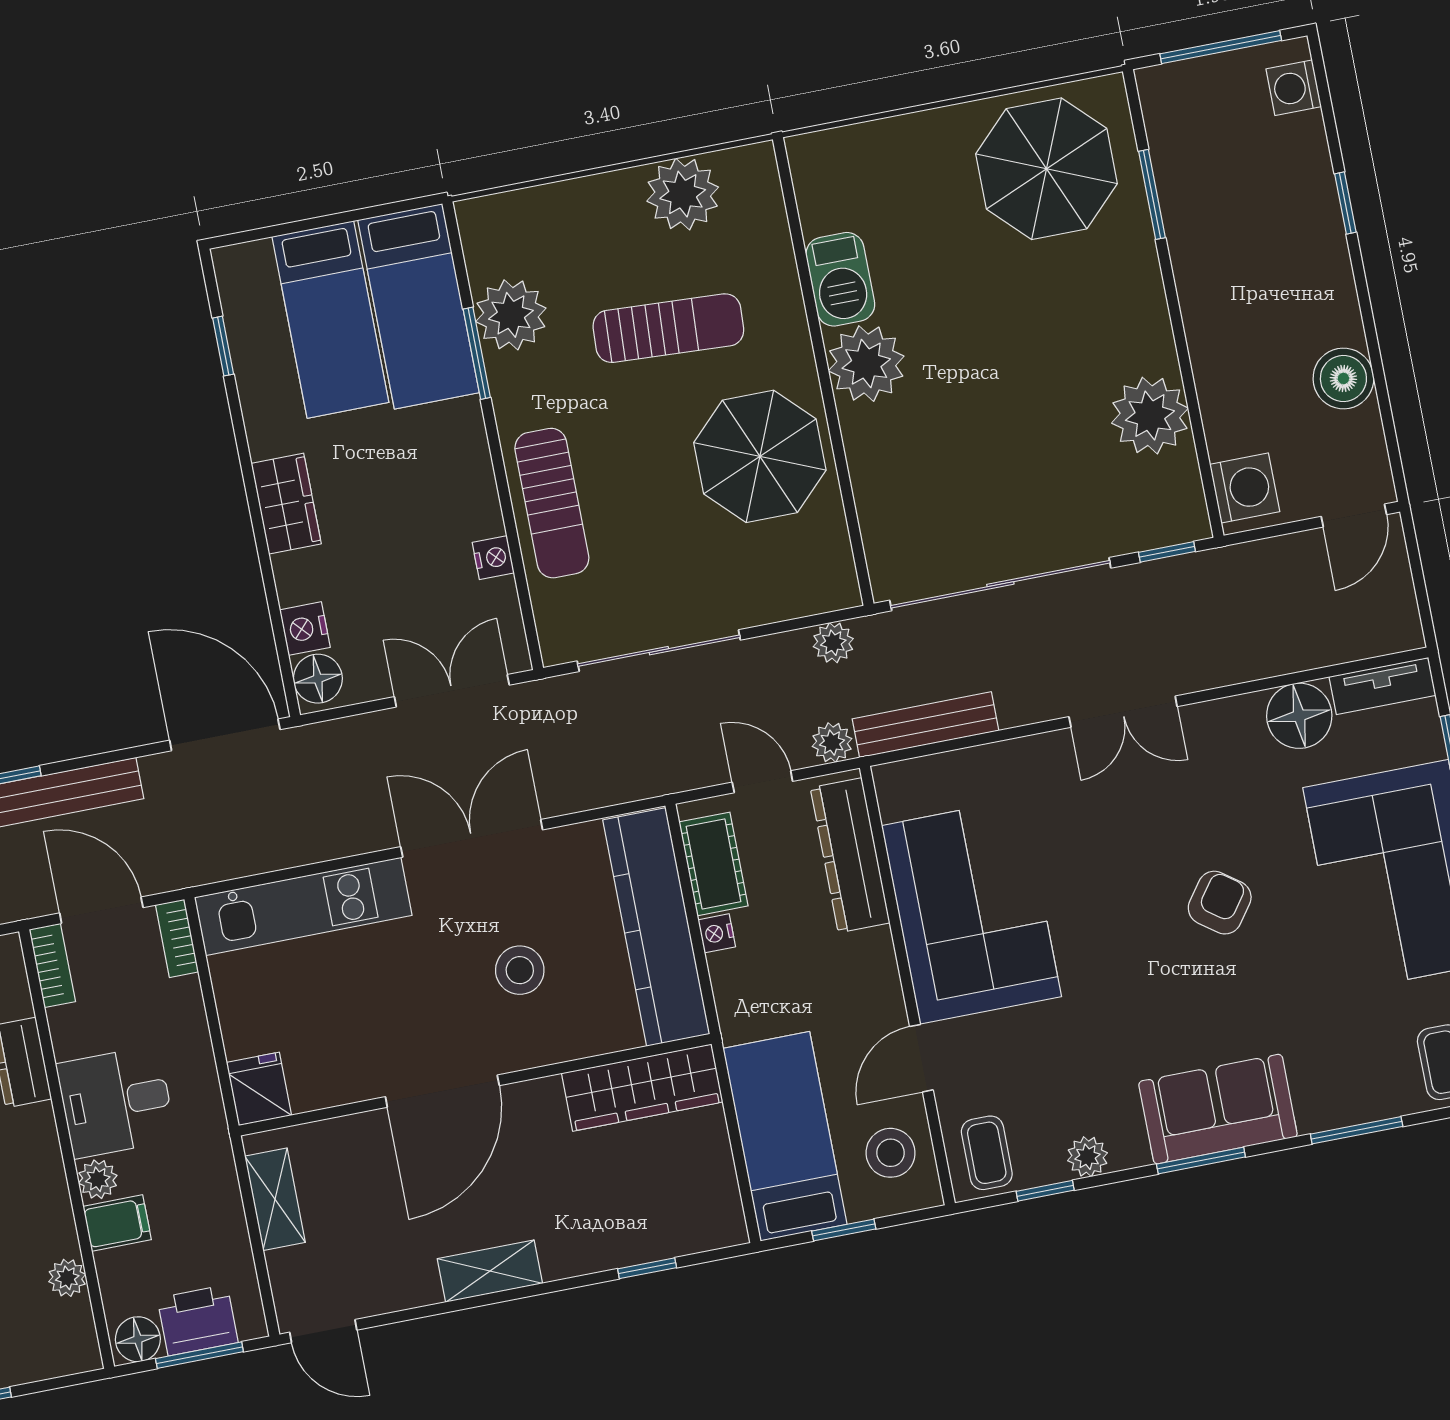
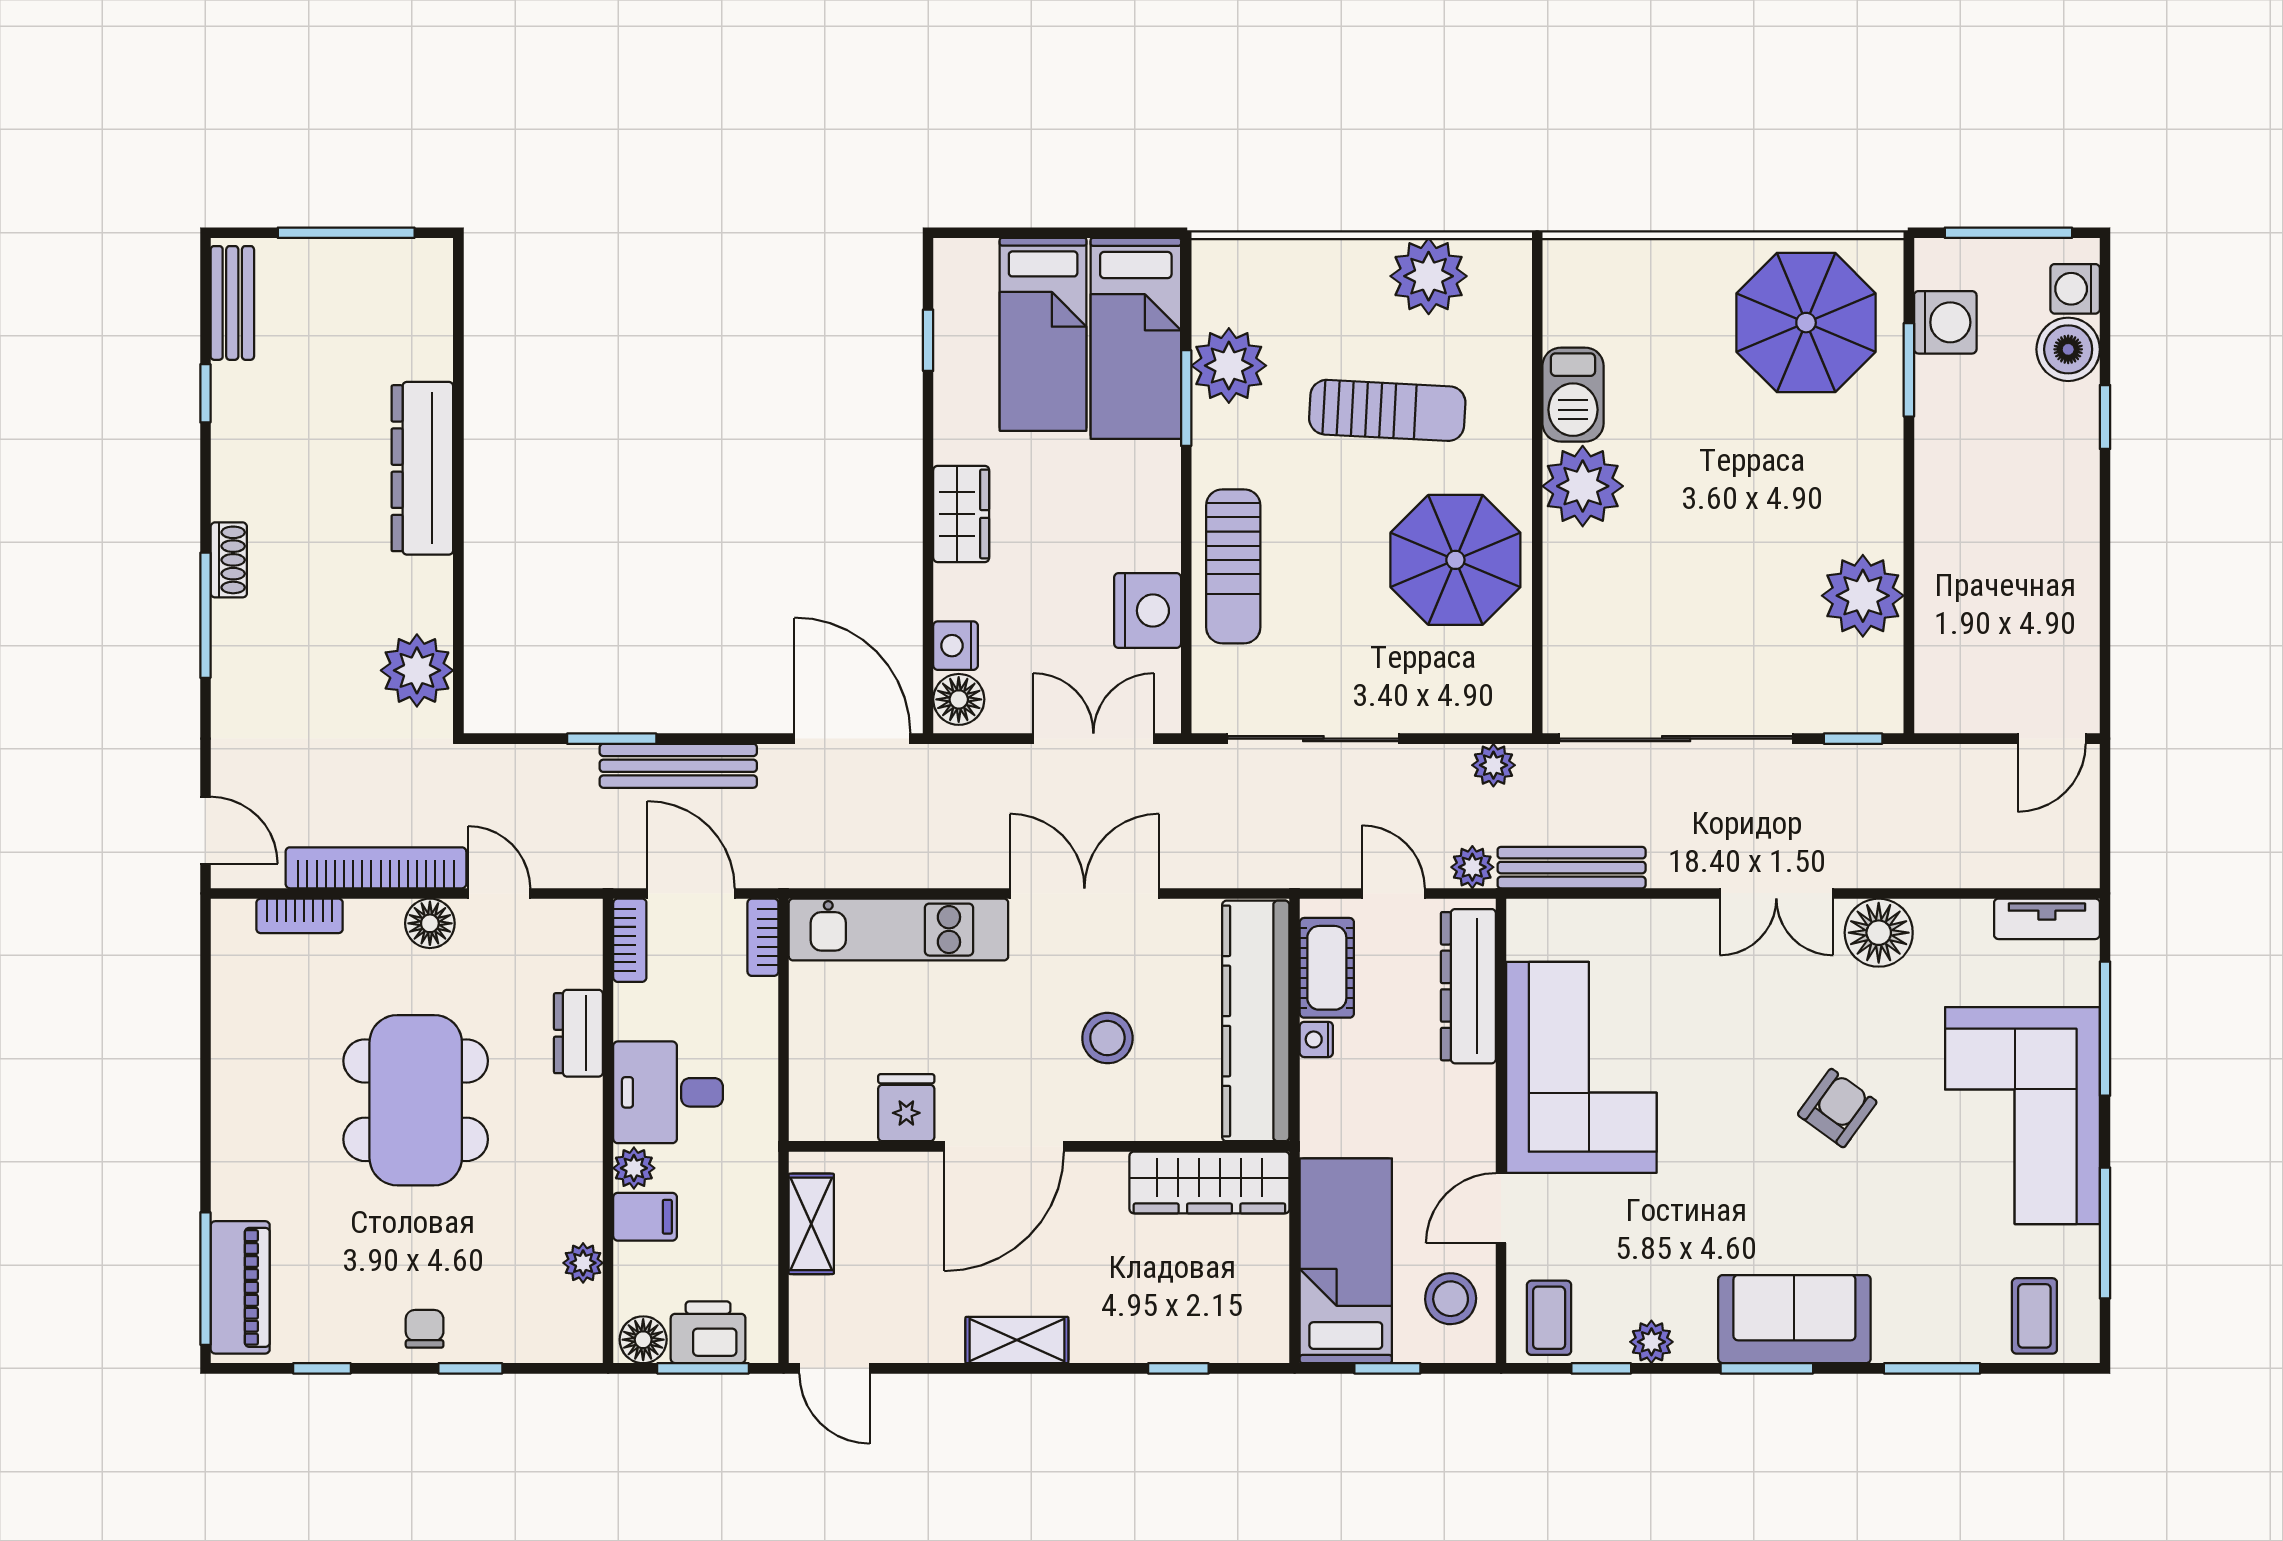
boiler: (1343, 378) -> (2068, 349), moved
washing machine: (1245, 488) -> (1945, 322), moved
nightstand: (493, 558) -> (1148, 611), width x1.89, depth x1.79
floor lamp: (1299, 716) -> (1879, 933), moved
fridge: (259, 1089) -> (906, 1108), moved

